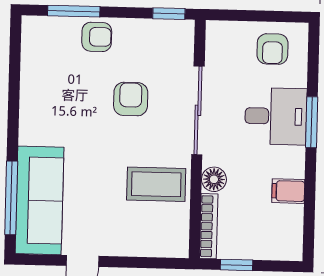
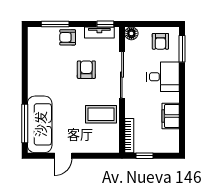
tv unit: (157, 29) -> (99, 33), added
armchair: (97, 37) -> (68, 37), turned 180
window: (312, 122) -> (182, 49), moved
floor lamp: (214, 179) -> (131, 33), moved
filing cabinet: (288, 191) -> (171, 116), width x2.00

